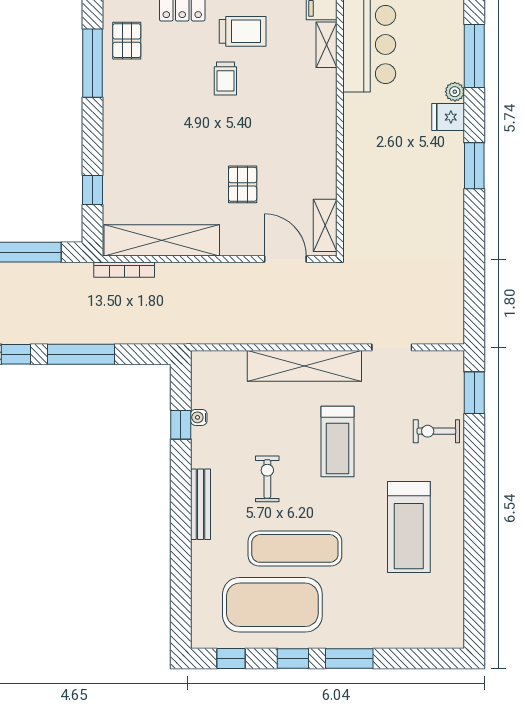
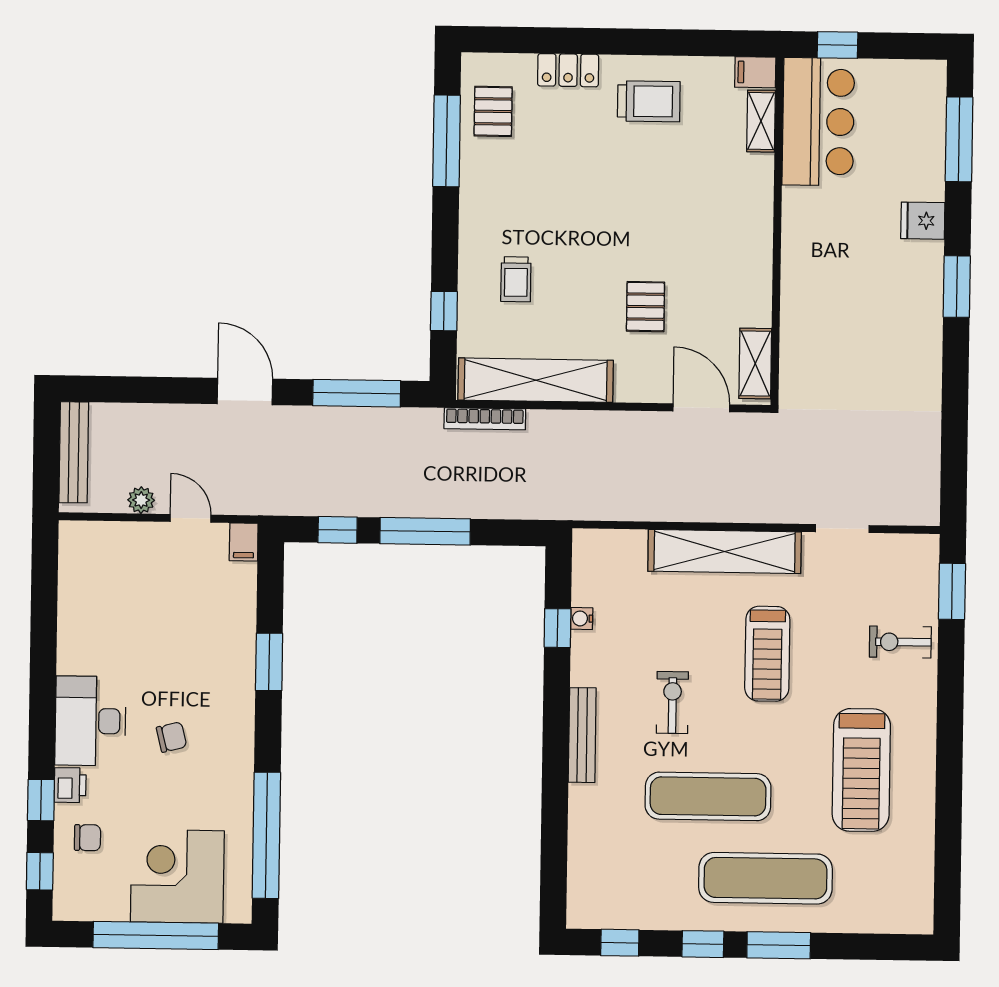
trolley: (225, 79) -> (516, 279), moved
plant: (455, 92) -> (932, 187), removed
exercise mat: (272, 605) -> (766, 878), moved, width x0.68

